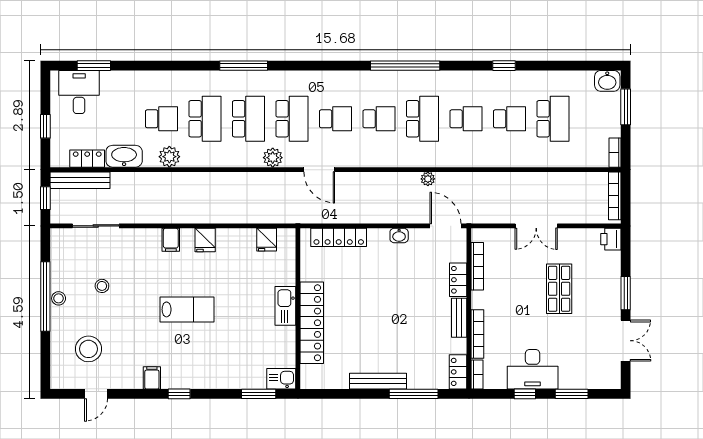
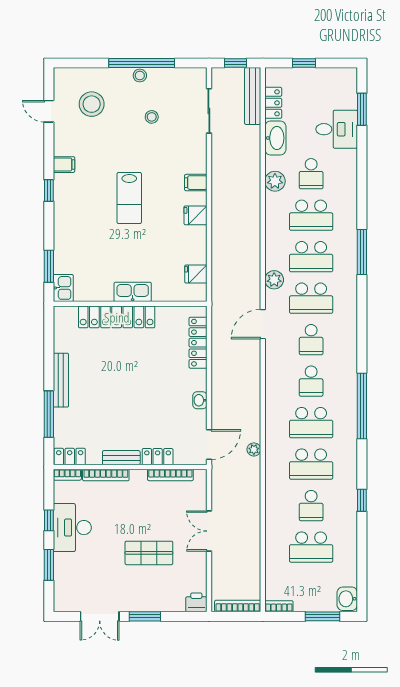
desk: (79, 92) -> (337, 129), moved
school desk: (466, 119) -> (311, 464), width x1.85
plant: (428, 179) -> (254, 449), moved

